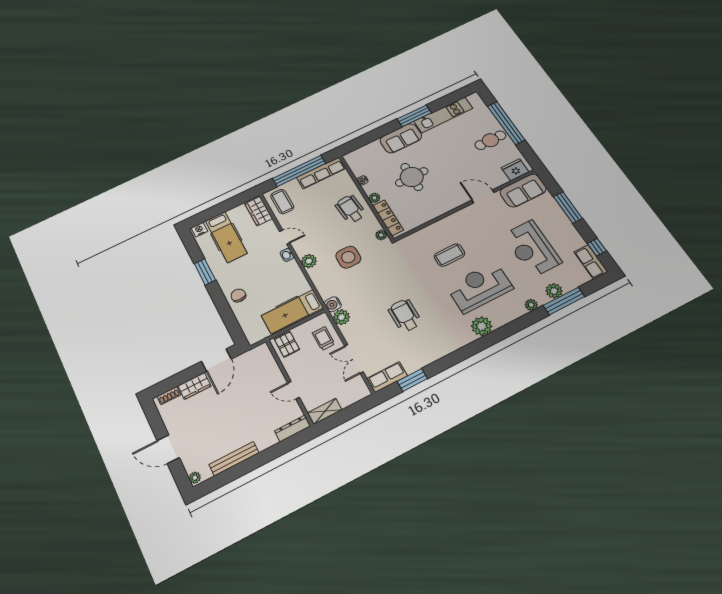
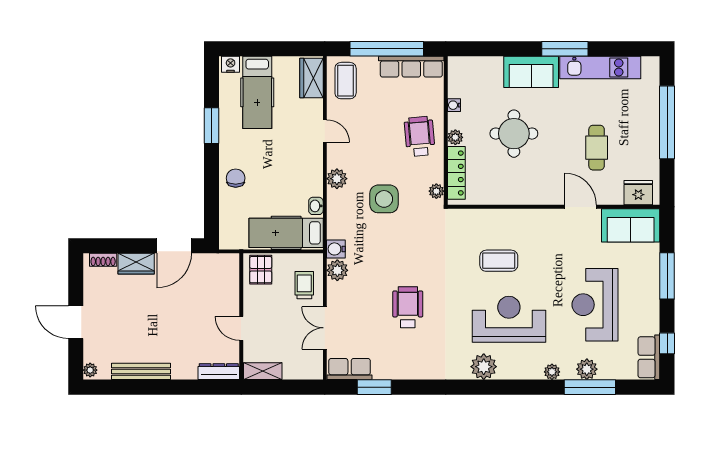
cafe table: (490, 140) -> (597, 148), moved, turned 90
washbasin: (287, 255) -> (316, 206), moved

